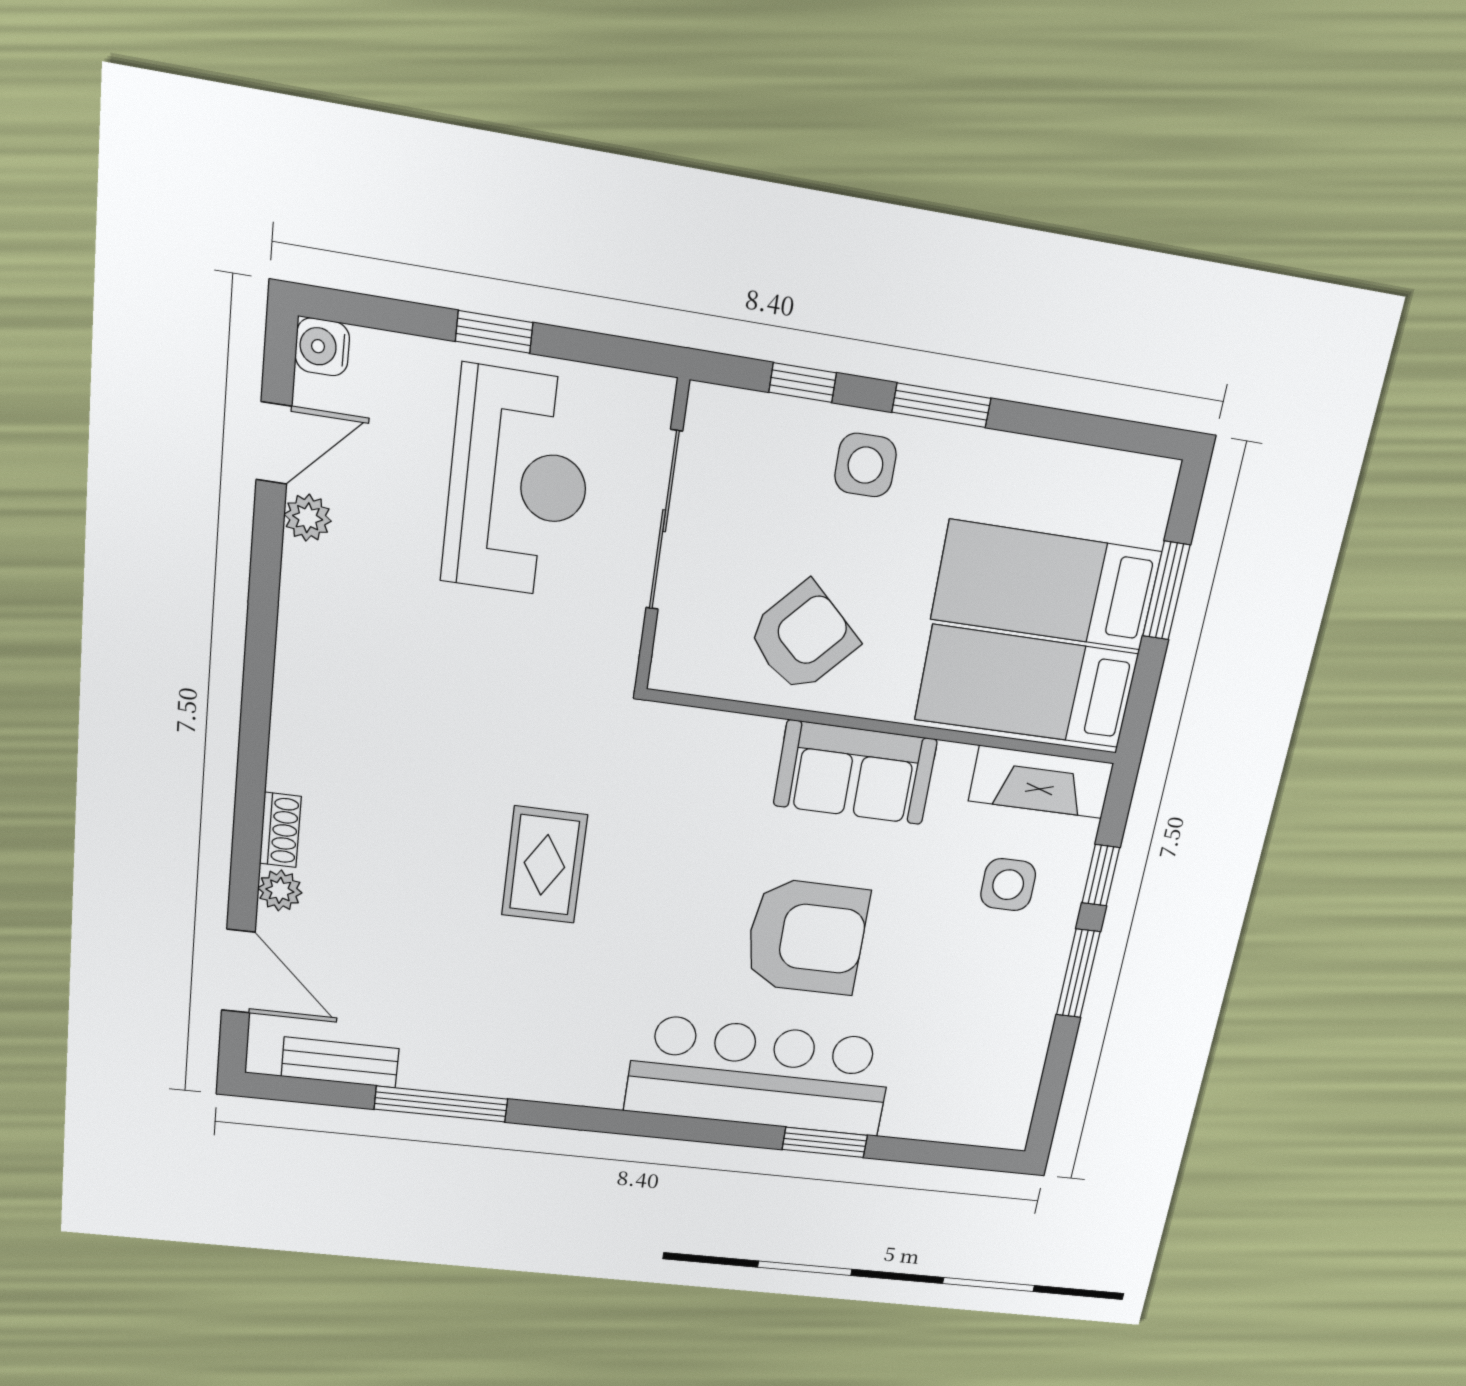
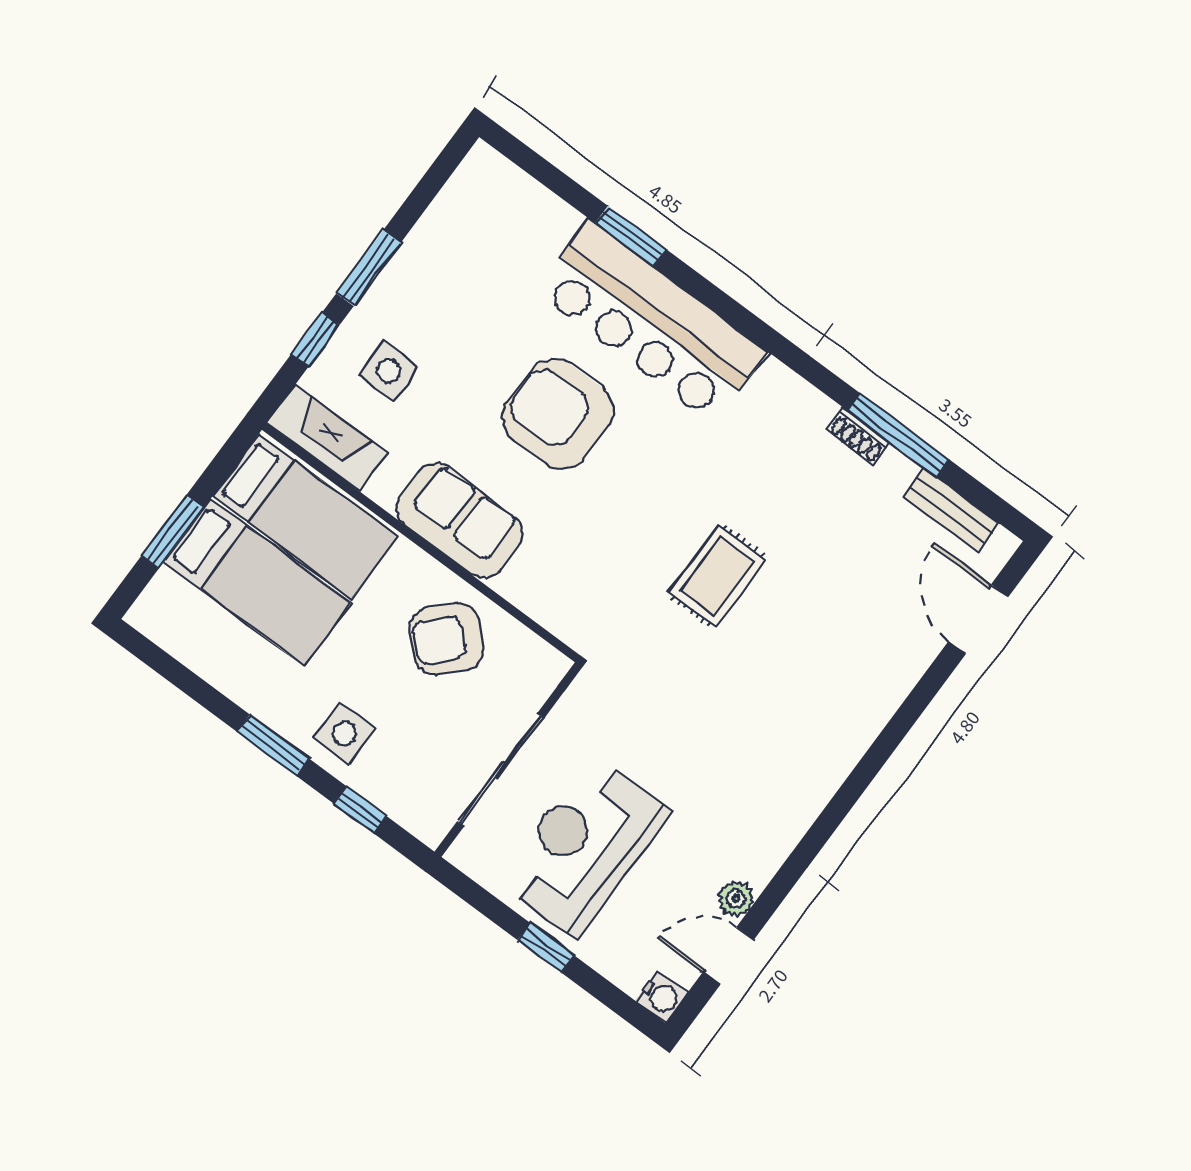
shoe rack: (280, 830) -> (858, 436), moved, turned -90
plant: (280, 890) -> (912, 661), removed

